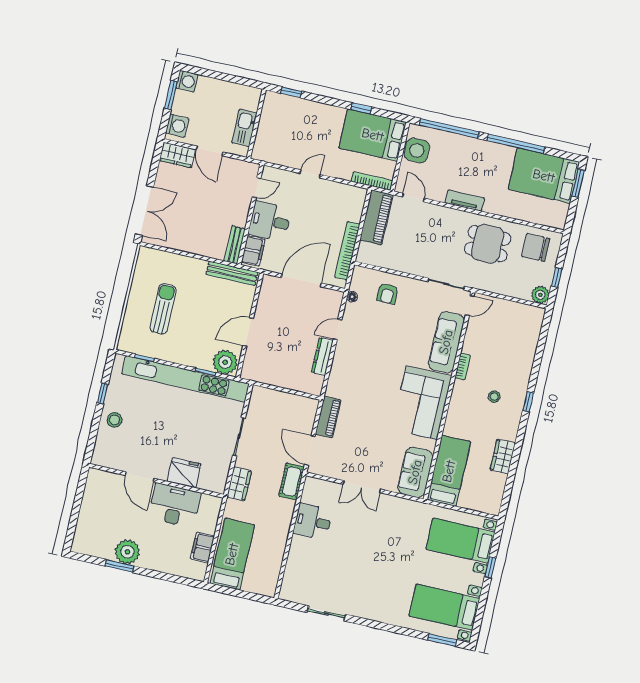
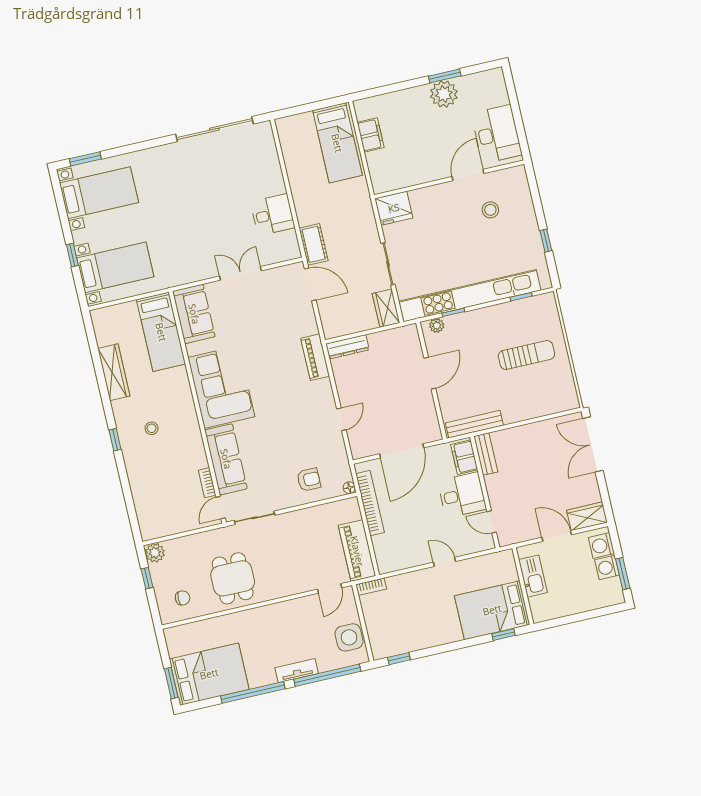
washing machine: (187, 81) -> (607, 567), moved
window: (361, 108) -> (399, 659), moved
bed: (373, 135) -> (492, 610), moved, turned 180
door: (310, 174) -> (444, 562), swing flipped
bookcase: (372, 181) -> (371, 587), width x0.64
door: (257, 188) -> (492, 522), hinge flipped
door: (413, 198) -> (330, 588), hinge flipped
tv unit: (465, 200) -> (297, 671), moved, turned 180
dining table: (488, 244) -> (233, 578), turned 90
chair: (536, 248) -> (182, 598), width x0.54, depth x0.54
armchair: (387, 294) -> (309, 480), turned 90
floor lamp: (352, 297) -> (349, 488), moved
sun lounger: (163, 309) -> (526, 355), turned -90
dresser: (322, 356) -> (347, 347), moved, turned 90
plant: (225, 362) -> (437, 326), width x0.53, depth x0.53
bookcase: (463, 366) -> (207, 483), moved
piano: (328, 417) -> (315, 357), moved
stool: (115, 420) -> (490, 210), moved
wardrobe: (503, 457) -> (114, 372), width x1.50
fridge: (184, 473) -> (394, 208), moved
door: (140, 477) -> (468, 175), hinge flipped
wardrobe: (239, 484) -> (386, 308), moved
desk: (175, 505) -> (497, 134), moved, turned -90
sliding door: (326, 613) -> (214, 129), width x1.86

